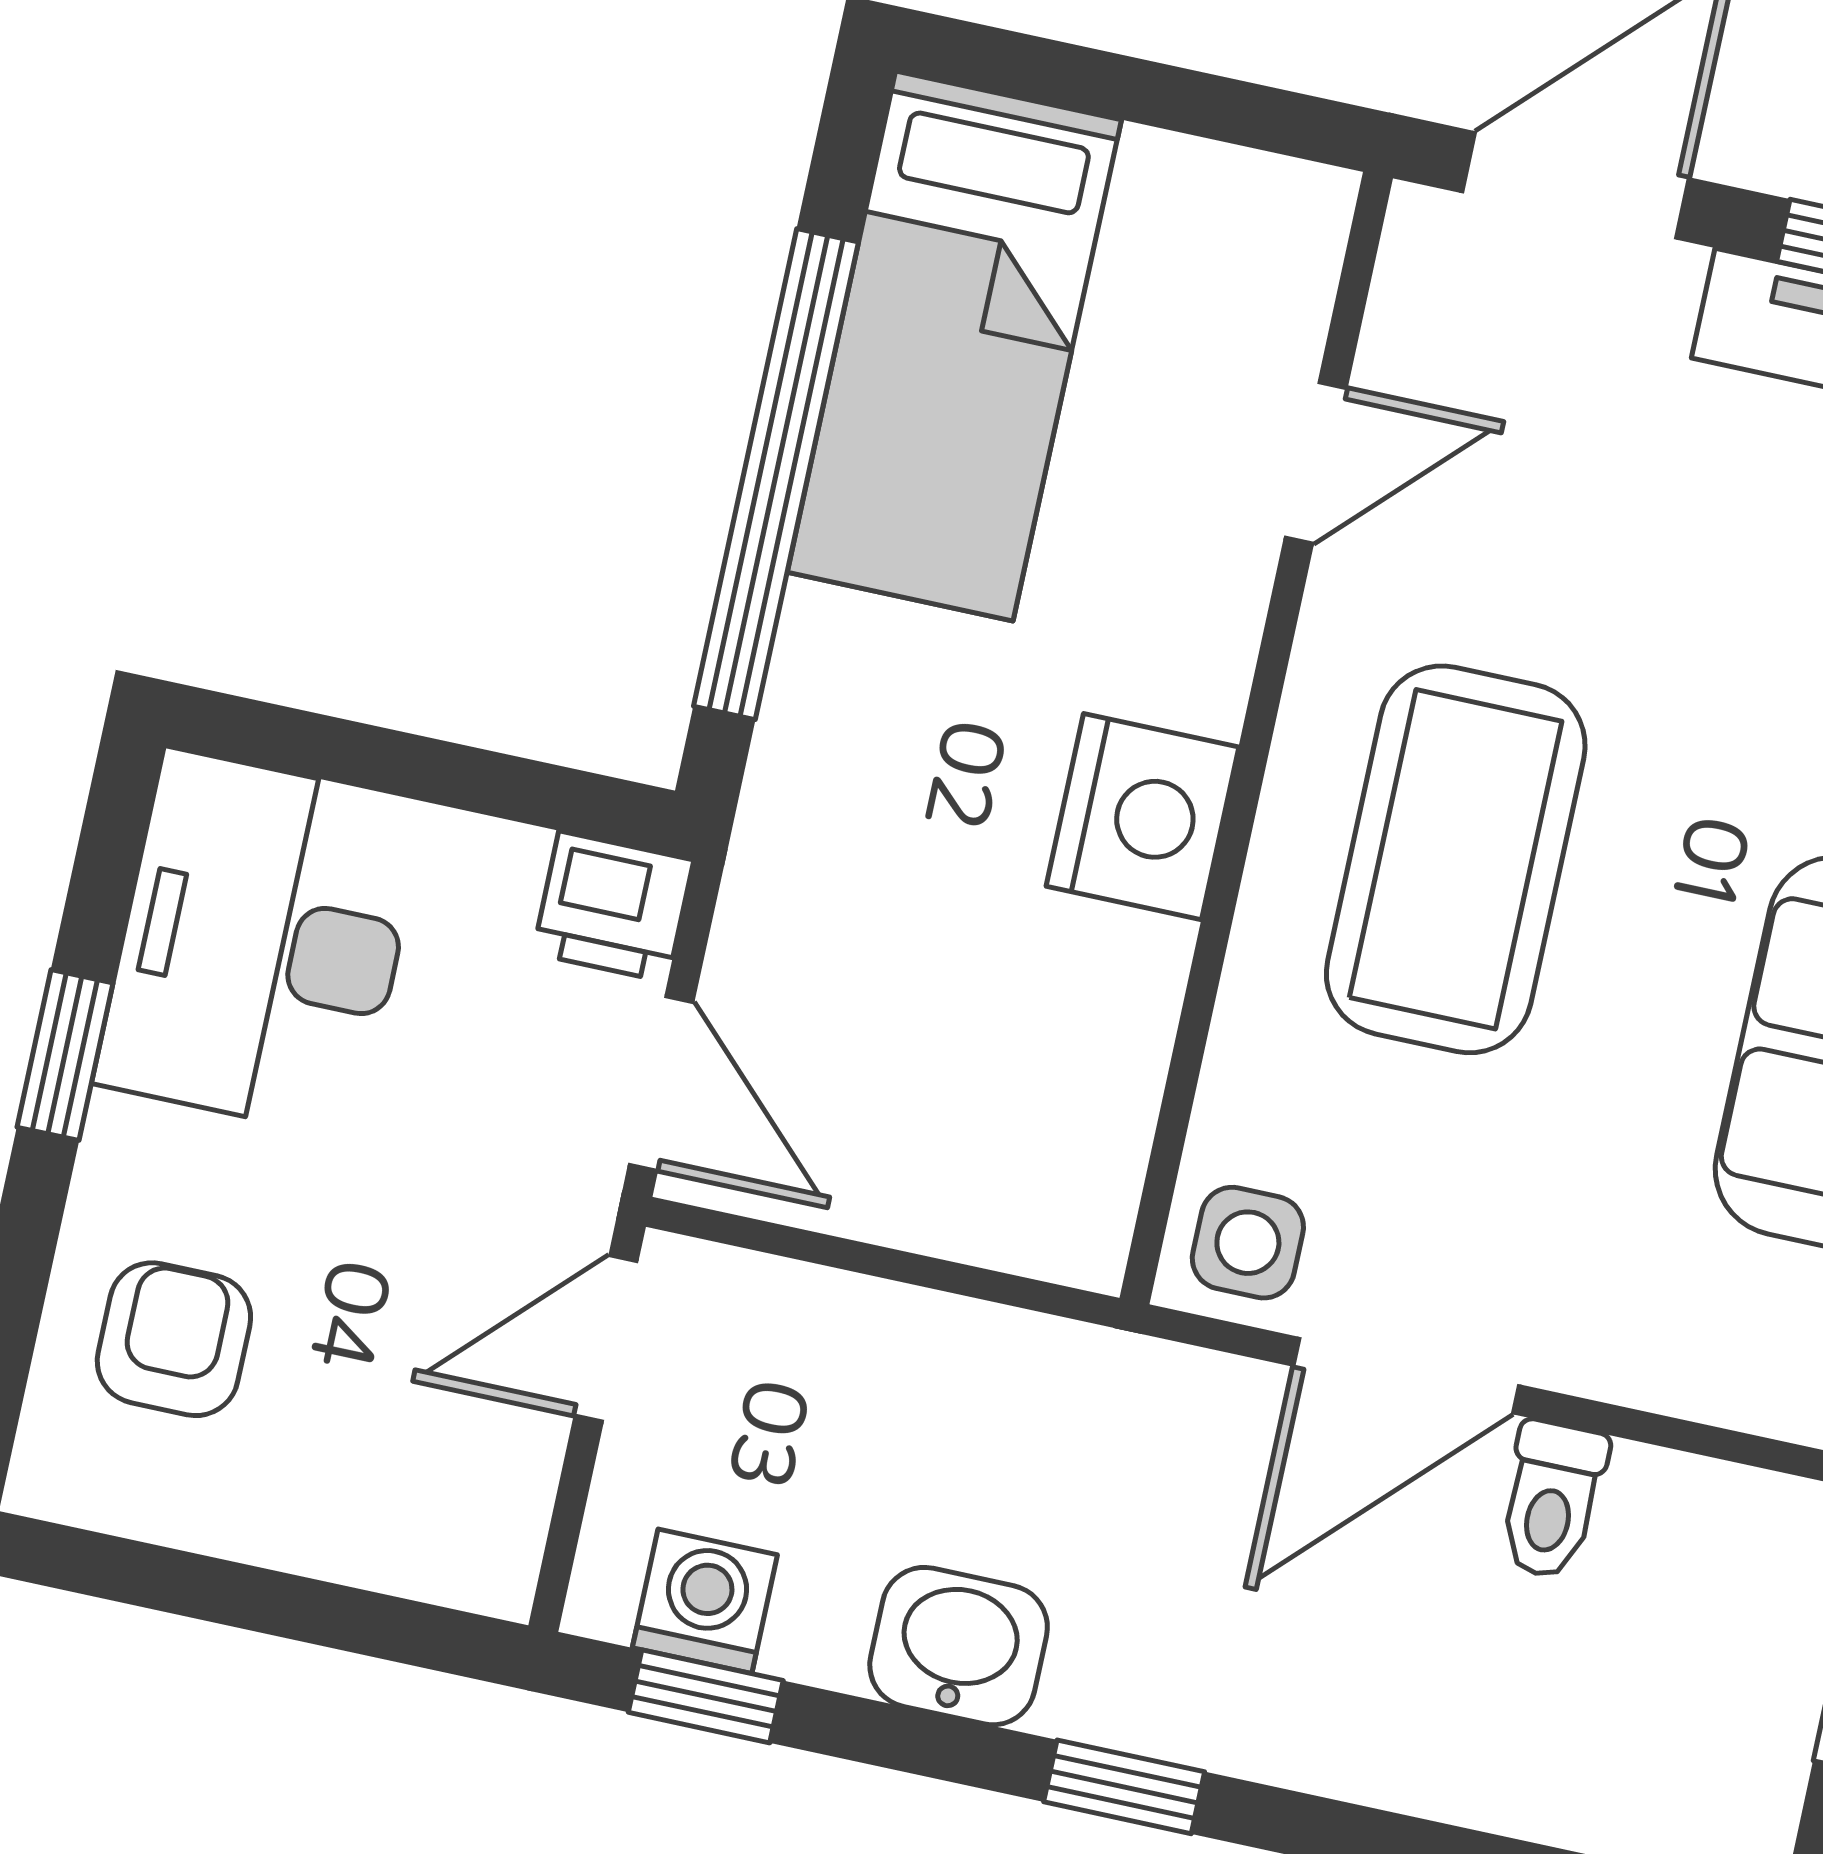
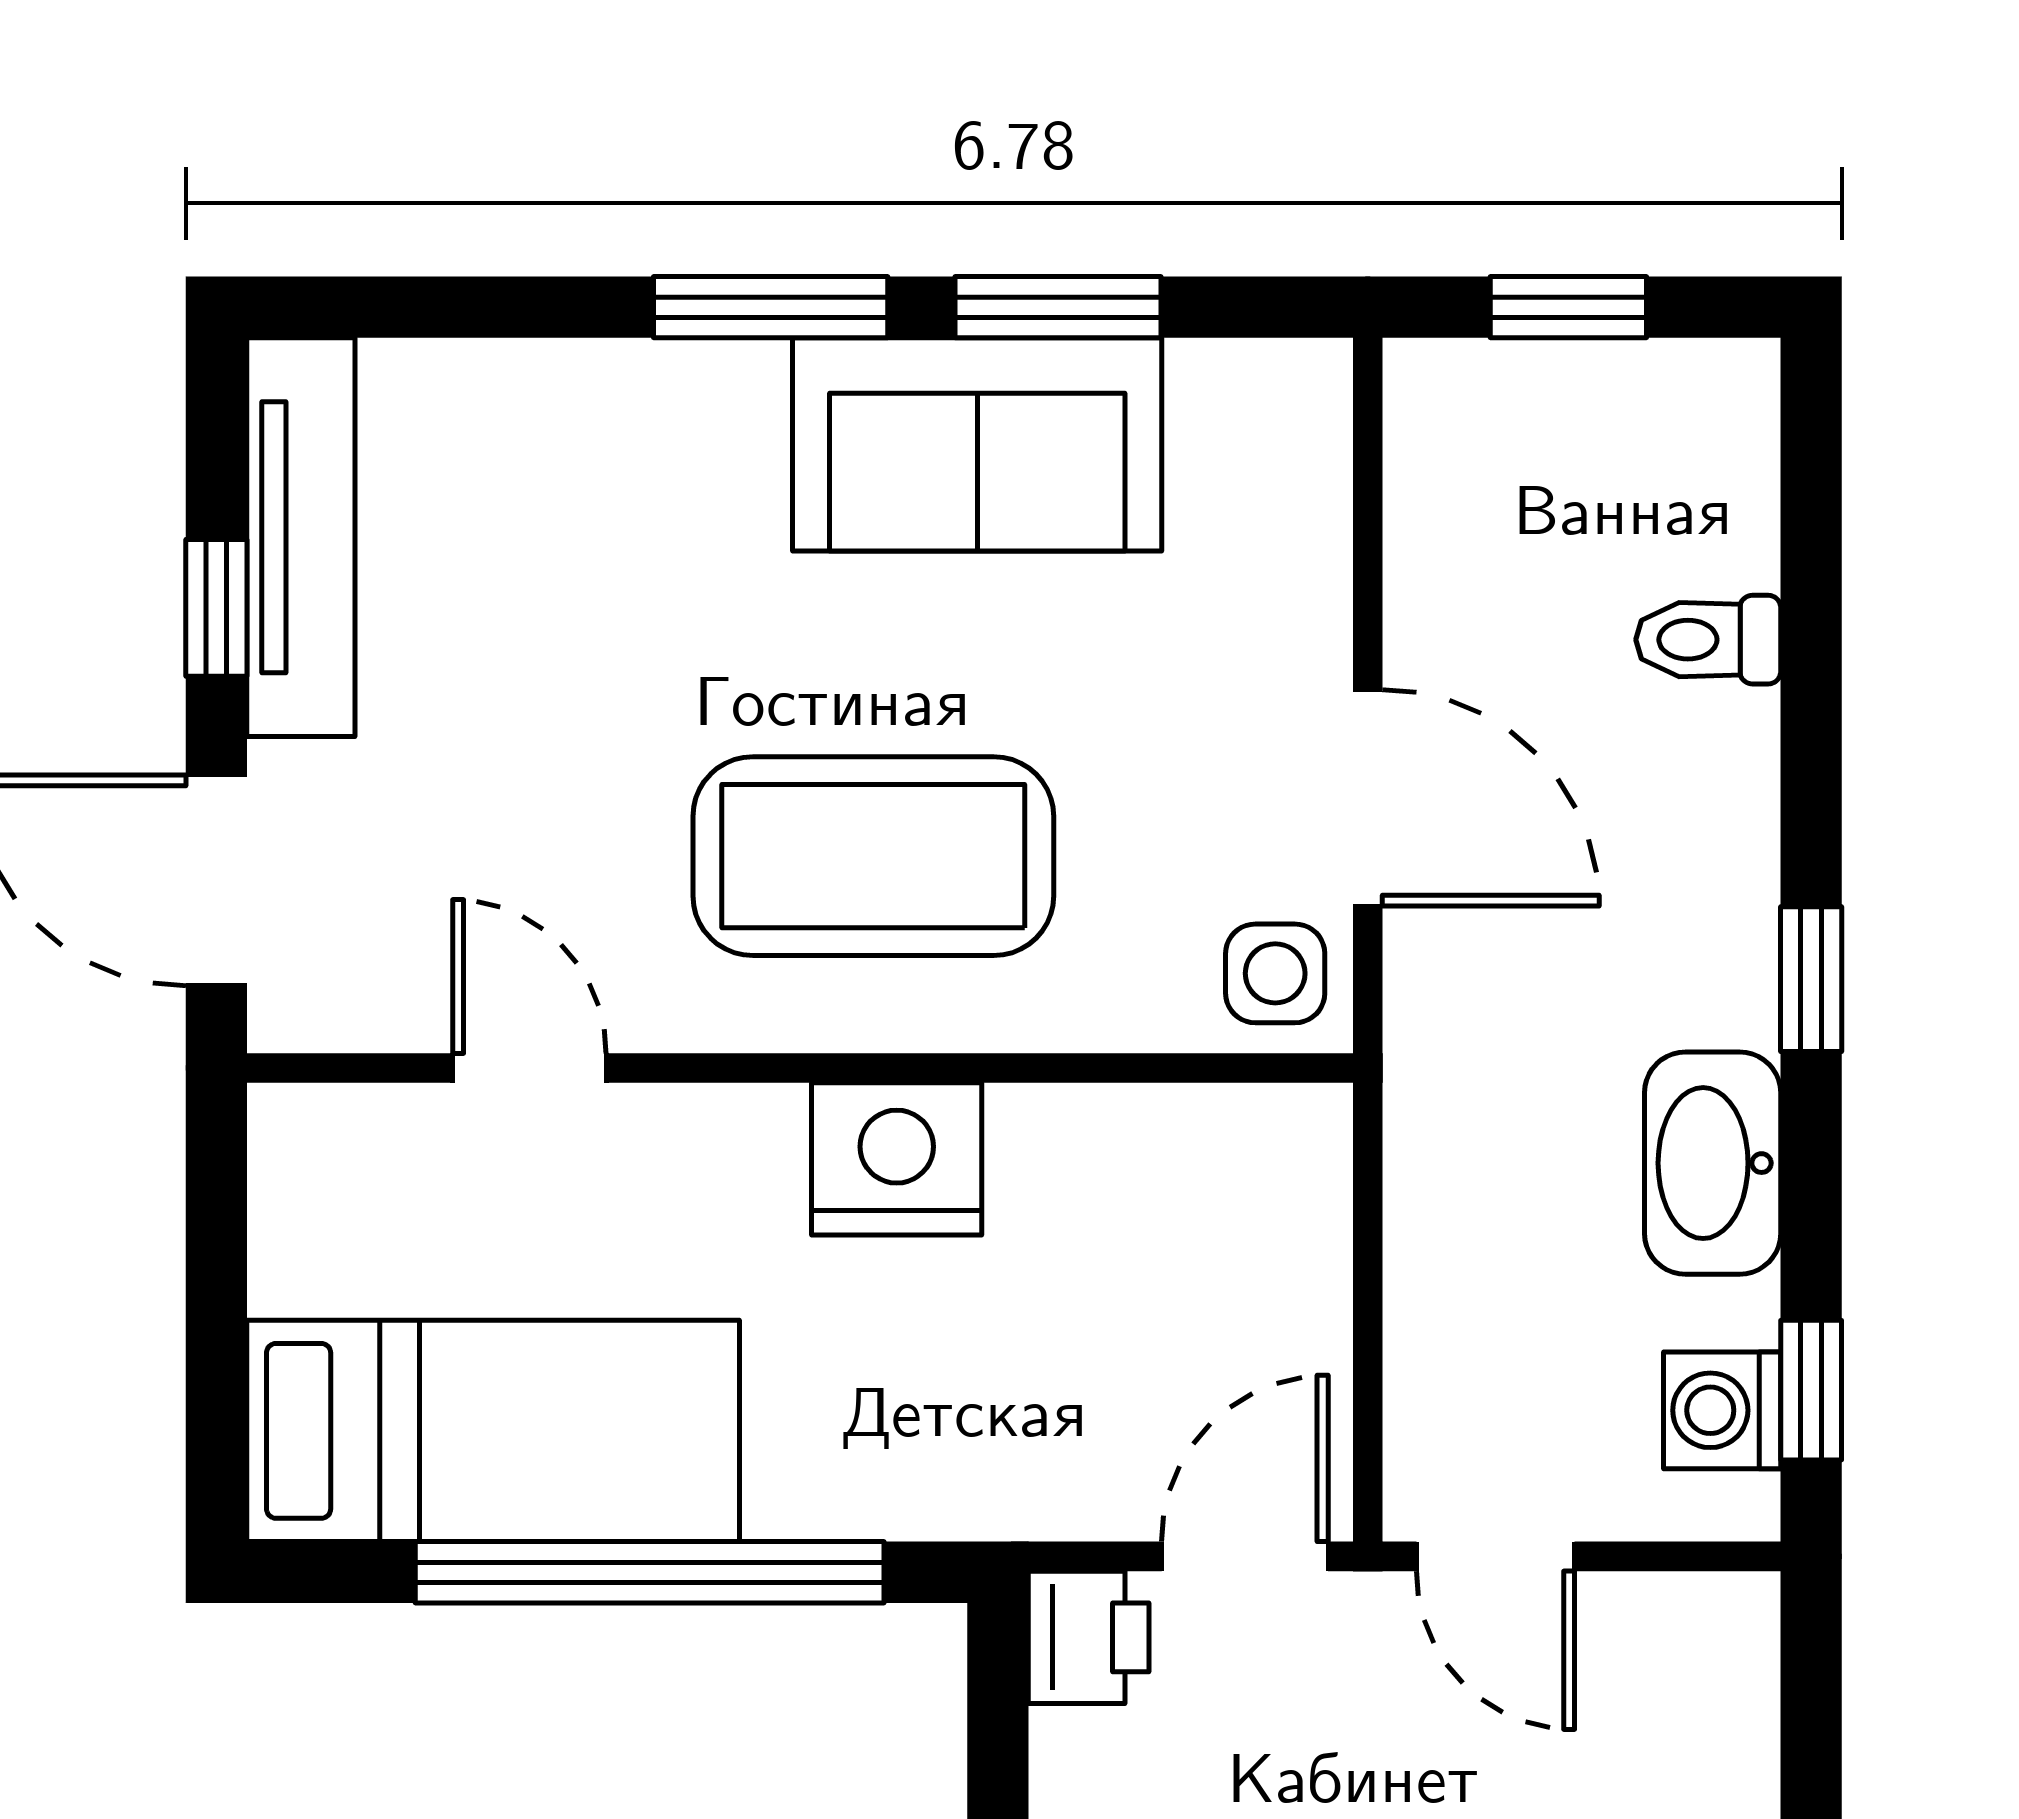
toilet: (1552, 1500) -> (1708, 640), moved, turned 180
washbasin: (959, 1646) -> (1713, 1163), width x1.38

